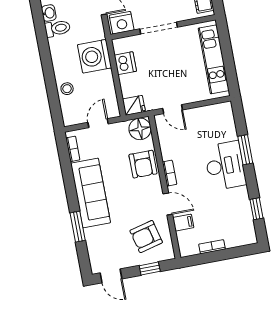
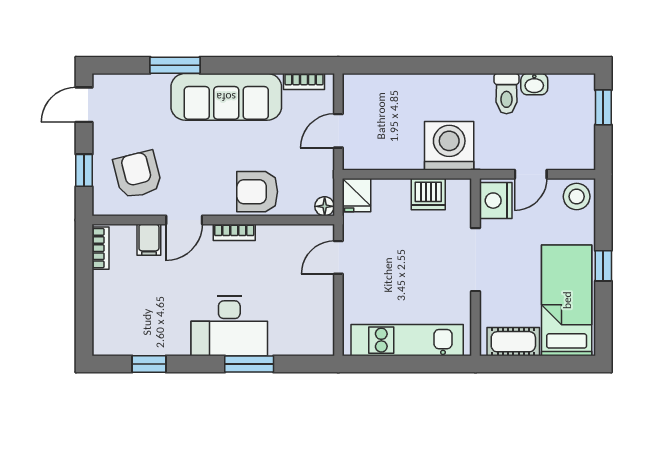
stool: (67, 89) -> (405, 91), removed
door: (98, 123) -> (338, 131), swing flipped
floor lamp: (140, 129) -> (325, 206), width x0.53, depth x0.53
bookcase: (212, 247) -> (101, 248), moved

